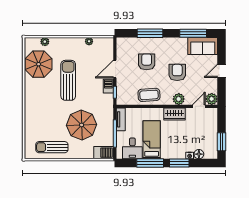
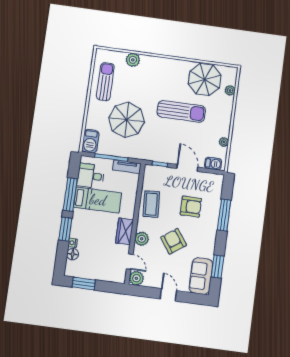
window: (193, 33) -> (218, 266), width x0.69
armchair: (177, 72) -> (174, 241), turned -125
barbecue: (108, 86) -> (213, 164), moved
plant: (30, 127) -> (133, 60), added

